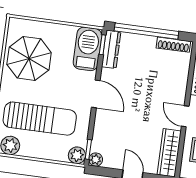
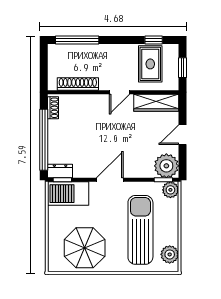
shoe rack: (173, 45) -> (53, 108), width x0.70
dresser: (111, 49) -> (60, 171), width x0.70
plant: (96, 160) -> (166, 166), width x1.88, depth x1.88

